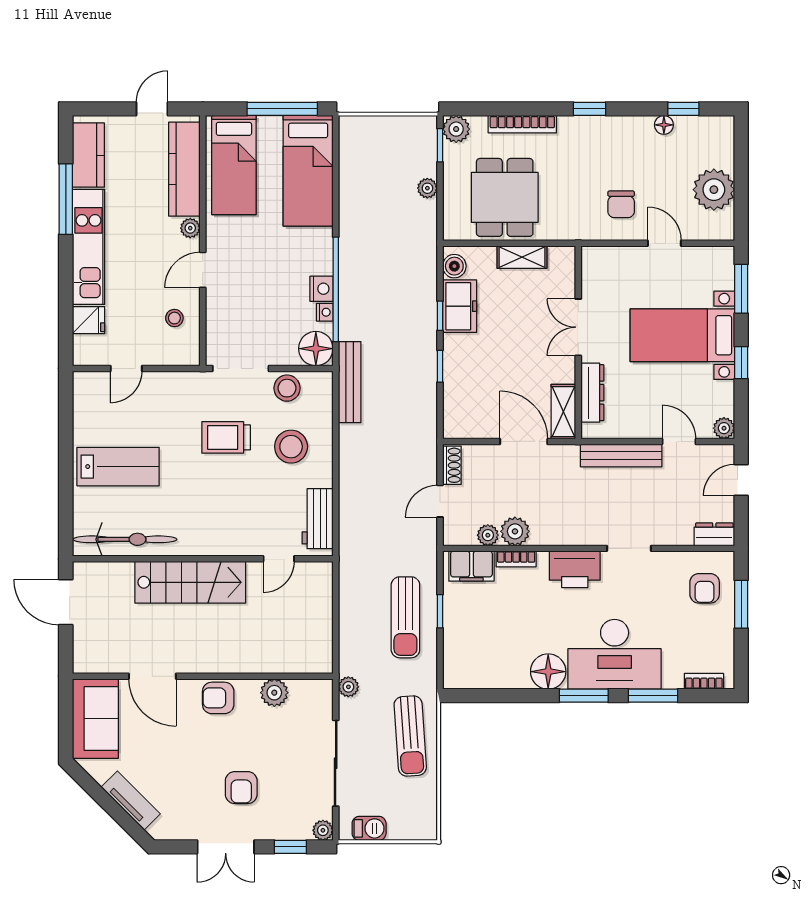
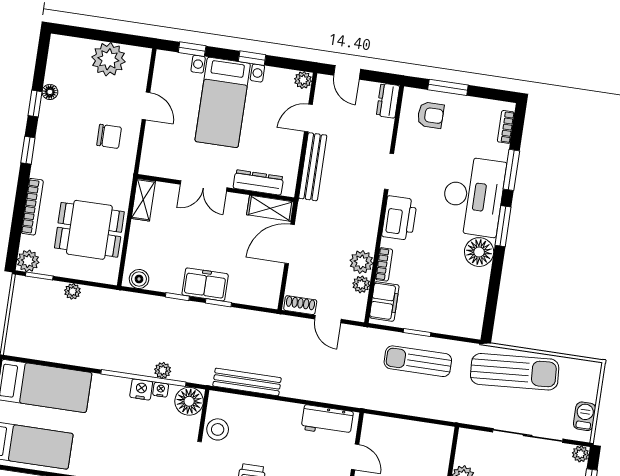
window: (683, 109) -> (35, 104), moved
door: (664, 243) -> (146, 106), swing flipped
shelving: (522, 257) -> (143, 200), moved
window: (741, 289) -> (192, 49), width x0.67
freezer: (460, 306) -> (205, 284), moved
bench: (350, 382) -> (247, 382), moved
stool: (291, 447) -> (266, 433), removed
sun lounger: (405, 617) -> (418, 361), turned 180
plant: (348, 687) -> (163, 370), moved
sun lounger: (410, 736) -> (515, 372), width x1.36, depth x1.34

